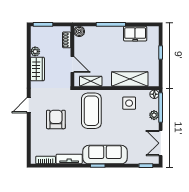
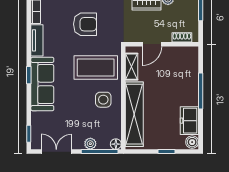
boiler: (79, 31) -> (192, 142), moved
shelving: (130, 79) -> (134, 114), width x1.47
side table: (129, 103) -> (103, 100), moved

